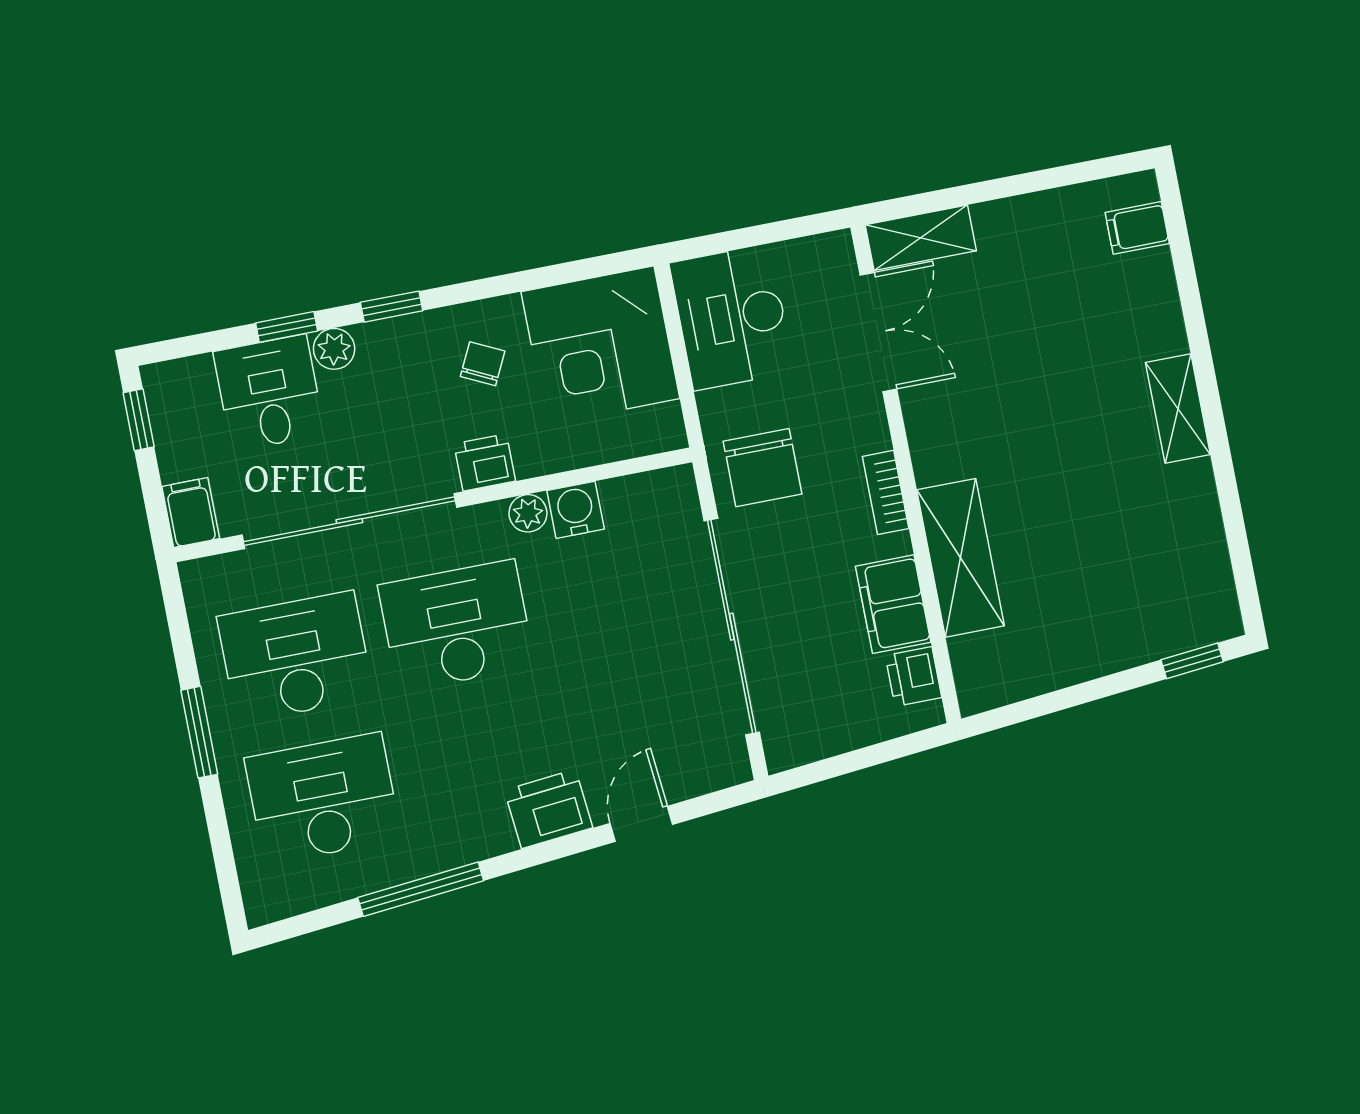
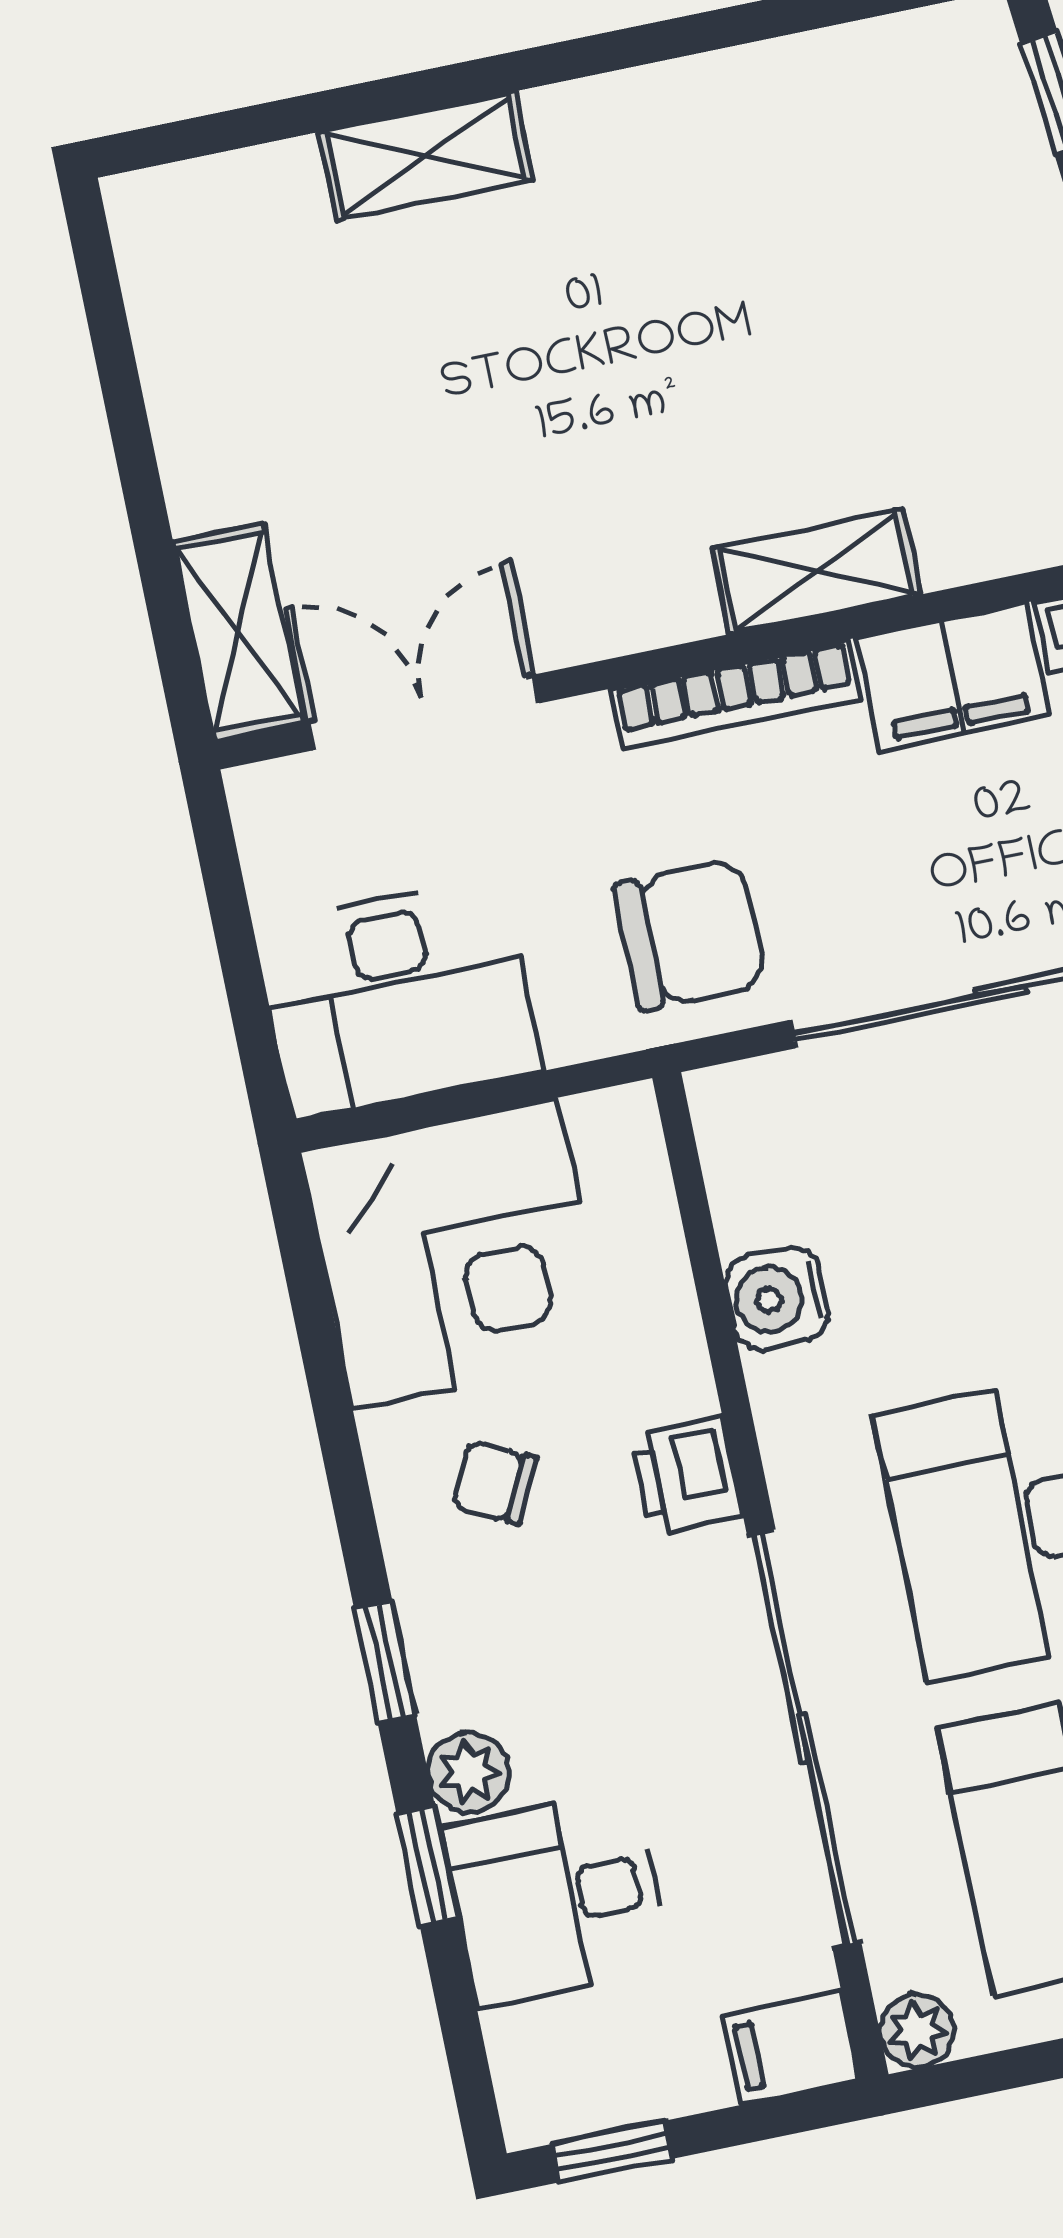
filing cabinet: (1137, 228) -> (214, 211), removed
shelving: (1178, 409) -> (426, 156), moved
bookcase: (886, 492) -> (735, 695), width x1.56
plant: (528, 513) -> (917, 2031), moved
shelving: (960, 558) -> (816, 571), width x0.67, depth x0.75

